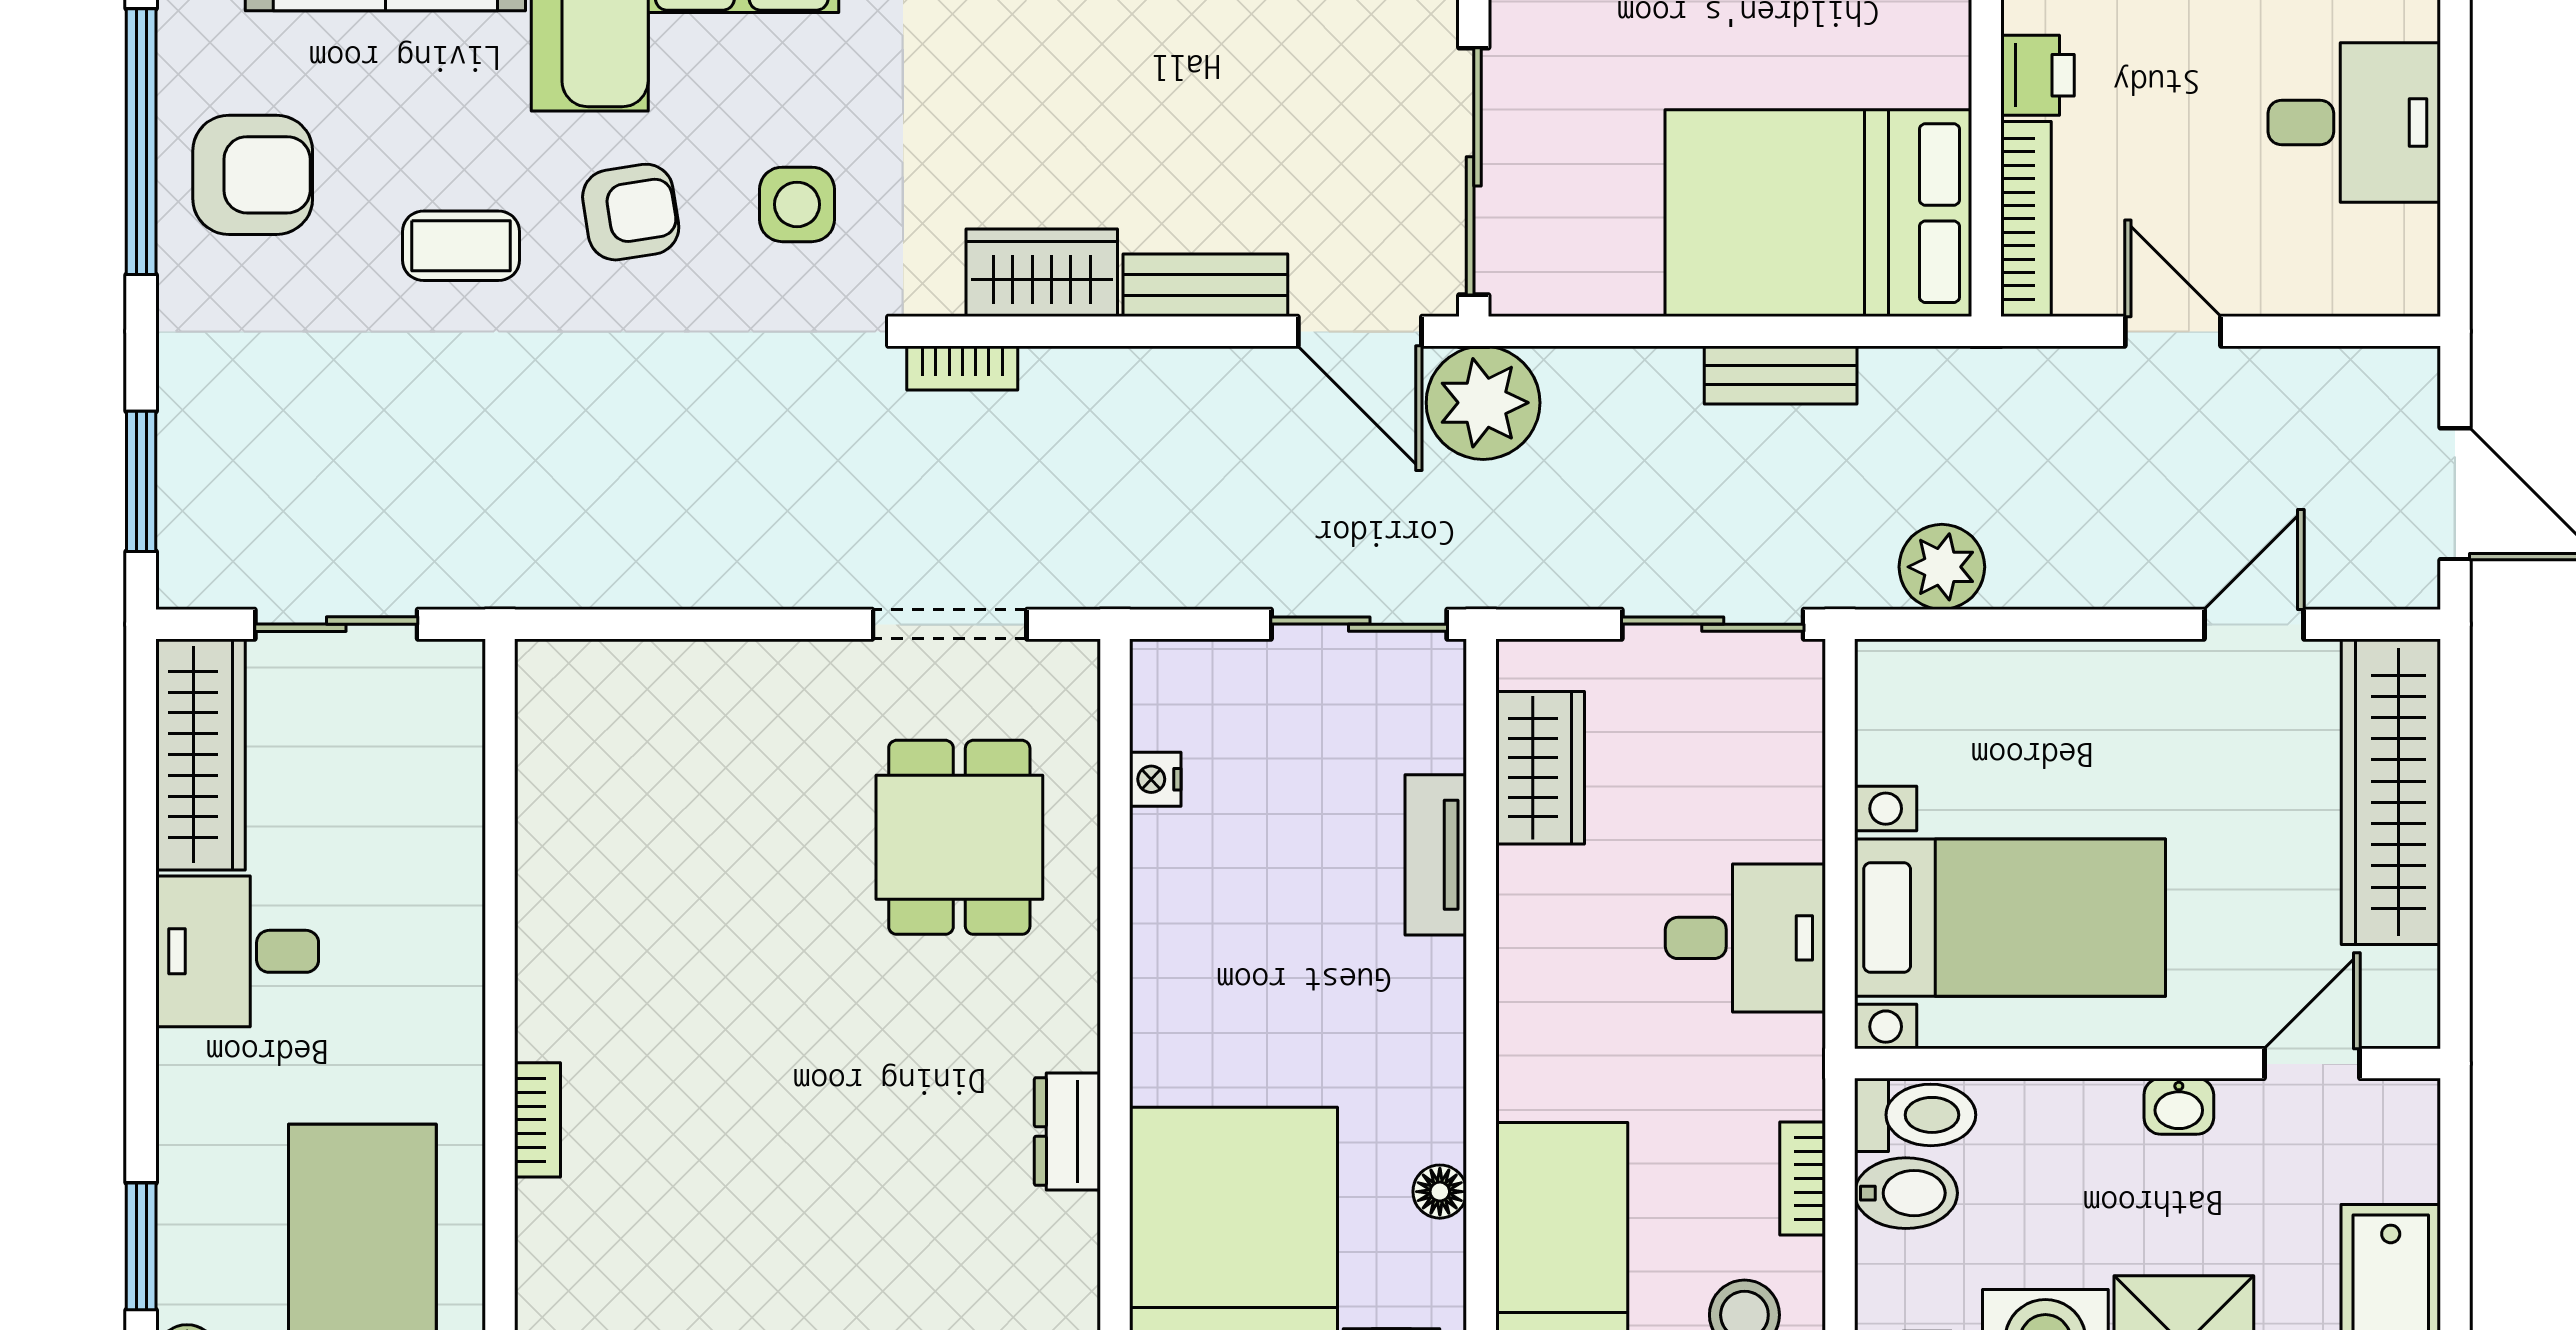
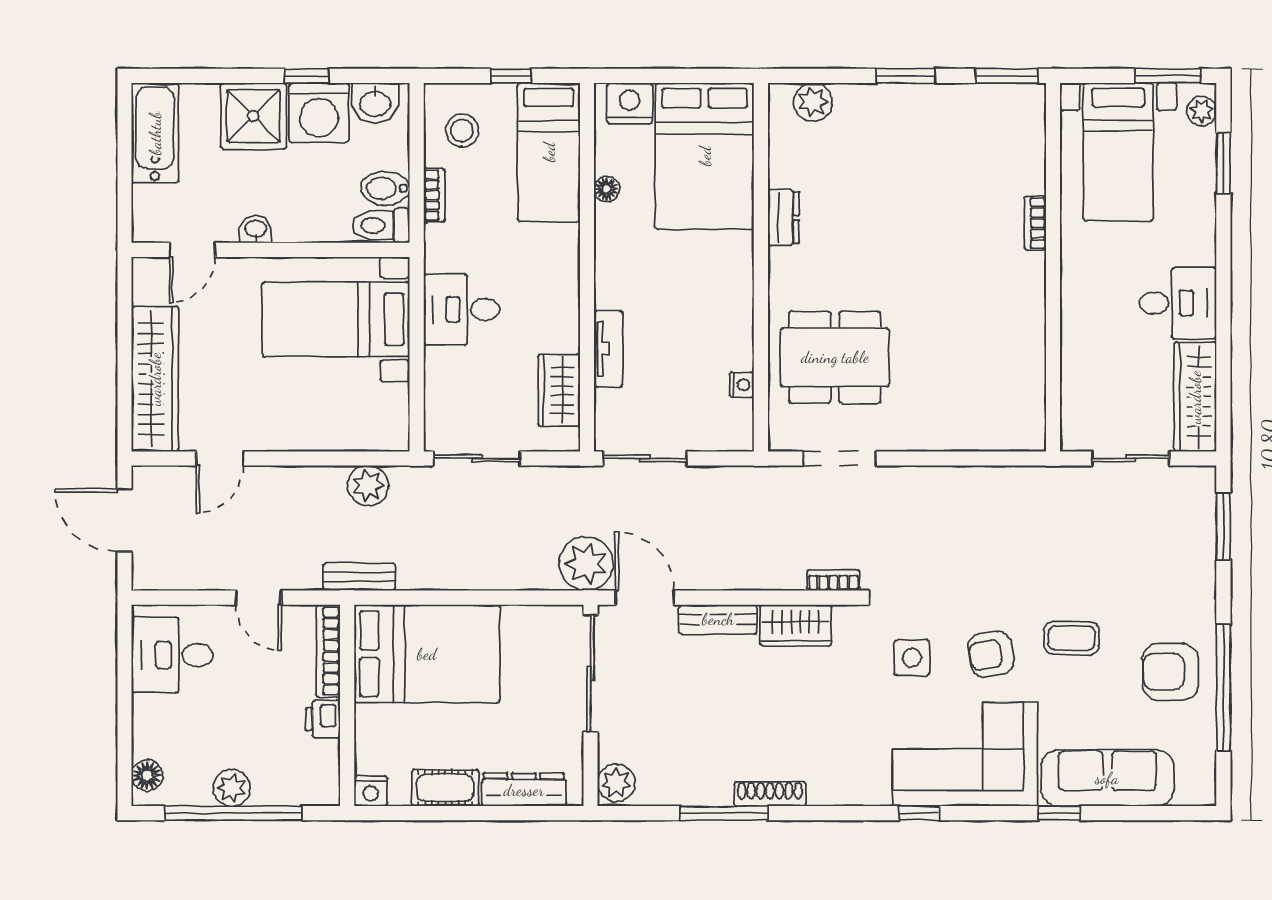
desk: (2354, 123) -> (172, 655), moved
bench: (1781, 375) -> (359, 577), moved
dining table: (959, 837) -> (835, 357), width x1.38

